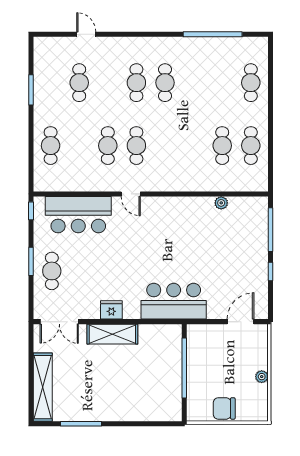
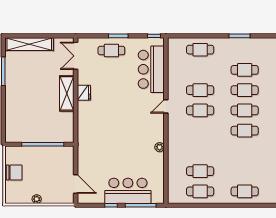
cafe table: (108, 83) -> (245, 90), added
plant: (221, 203) -> (160, 147), moved
bar counter: (174, 301) -> (128, 191), moved, turned -90
chair: (224, 408) -> (14, 172), turned 90

